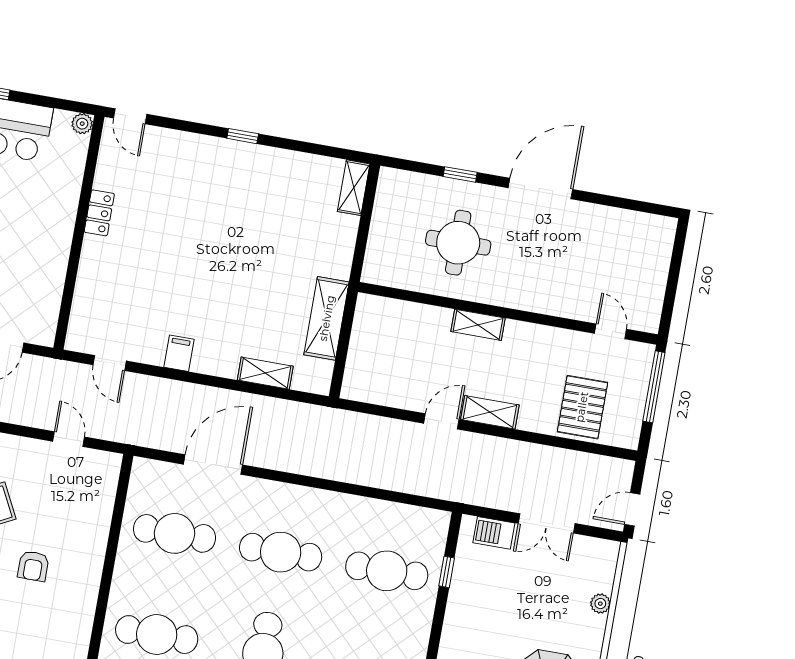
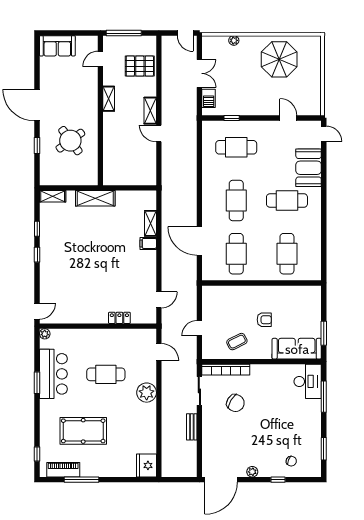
window: (294, 145) -> (37, 229), added
locker: (99, 213) -> (119, 318), moved
round table: (458, 243) -> (70, 141), turned -36
sofa: (652, 250) -> (57, 46), added
shelving: (327, 318) -> (95, 198), moved
shelving: (478, 325) -> (109, 99), moved
filing cabinet: (179, 353) -> (148, 243), moved
door: (69, 439) -> (199, 328), moved
cafe table: (387, 571) -> (236, 147), turned 90

